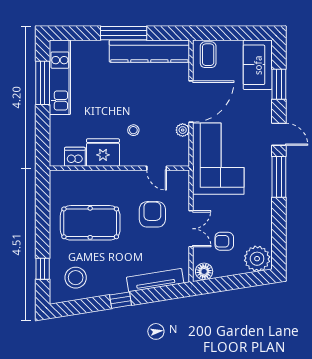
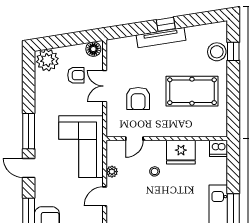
door: (191, 101) -> (105, 196), width x0.53
dishwasher: (75, 157) -> (218, 148), moved
door: (157, 168) -> (134, 139), swing flipped
stool: (76, 278) -> (217, 52), moved
tv unit: (155, 280) -> (161, 38), moved

